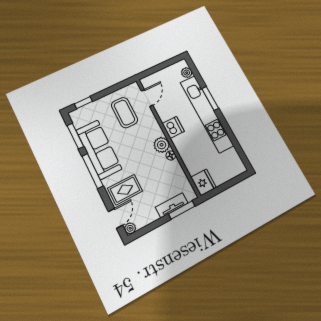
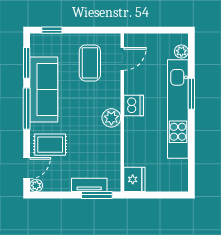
floor lamp: (171, 155) -> (115, 134), removed

